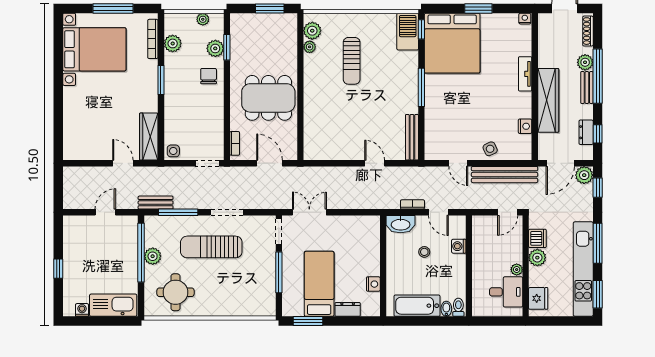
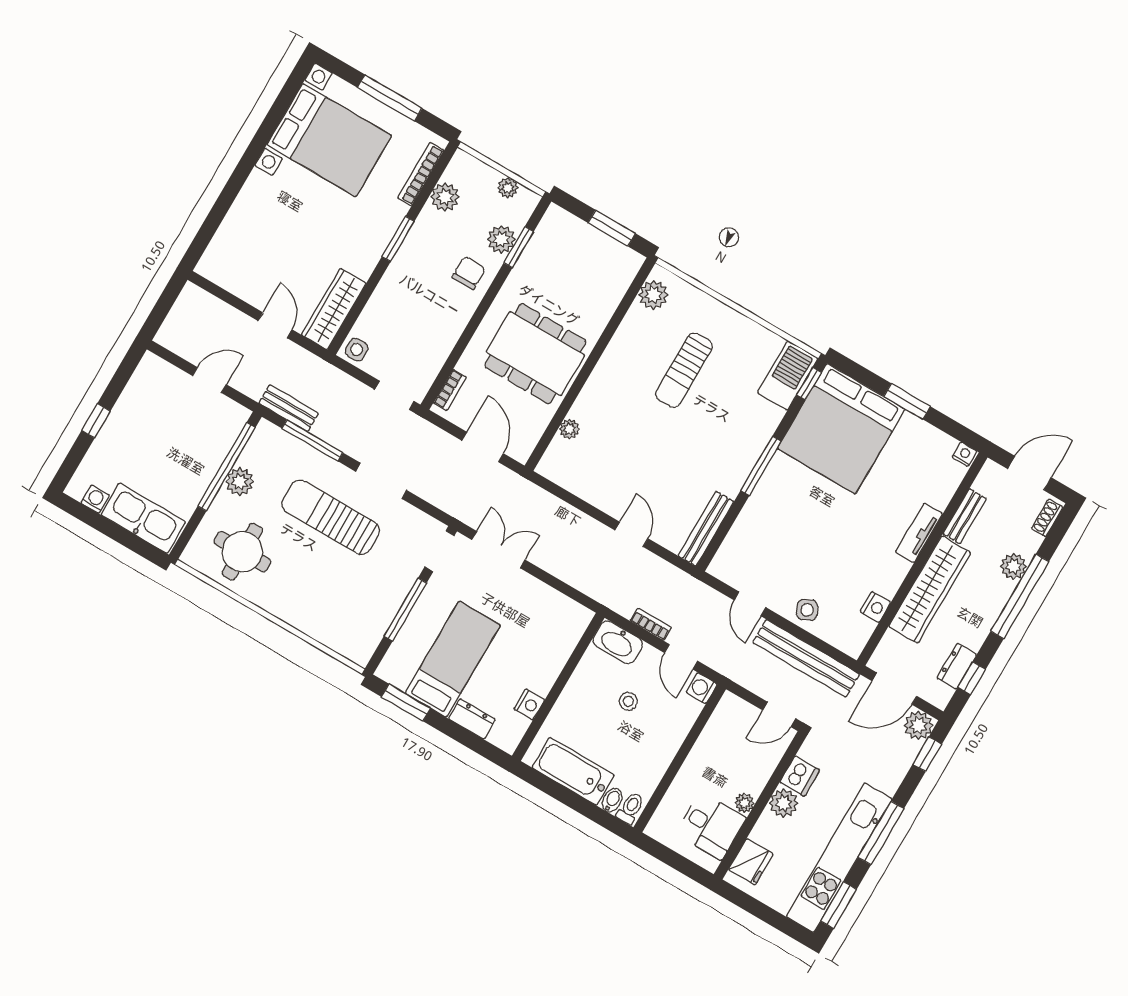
shoe rack: (588, 31) -> (1047, 518), width x0.70
plant: (310, 47) -> (569, 429), moved
bench: (587, 88) -> (965, 516), moved
washing machine: (459, 246) -> (702, 688), moved

